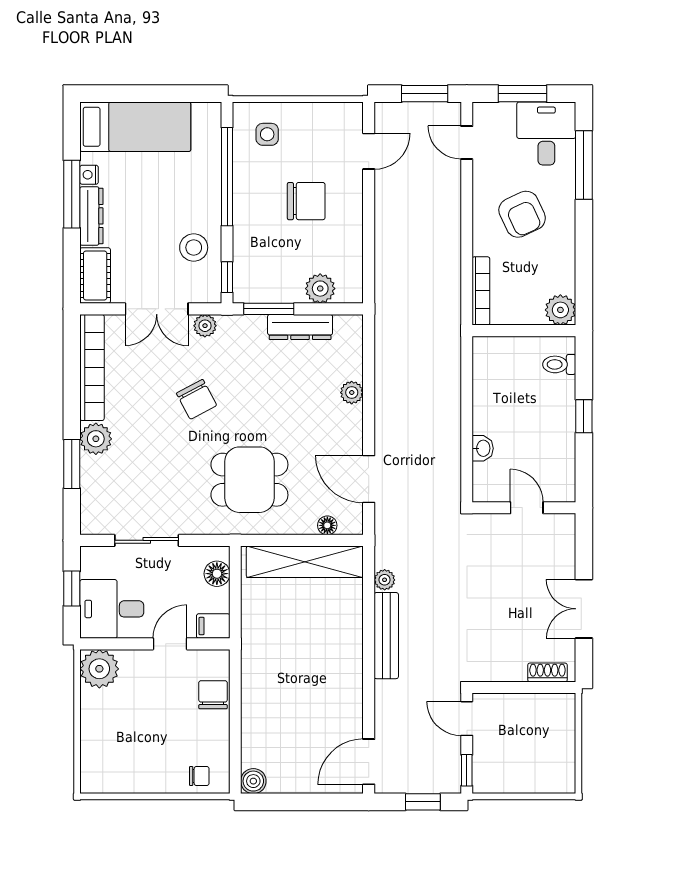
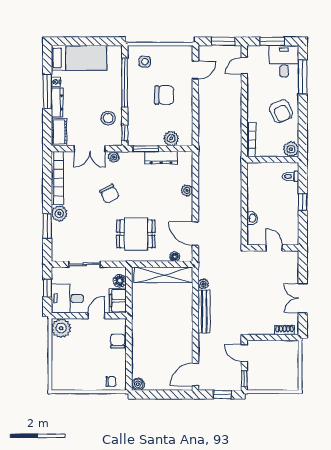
door: (467, 143) -> (244, 66), hinge flipped
armchair: (522, 214) -> (281, 111), moved
filing cabinet: (213, 626) -> (118, 301), width x2.00

